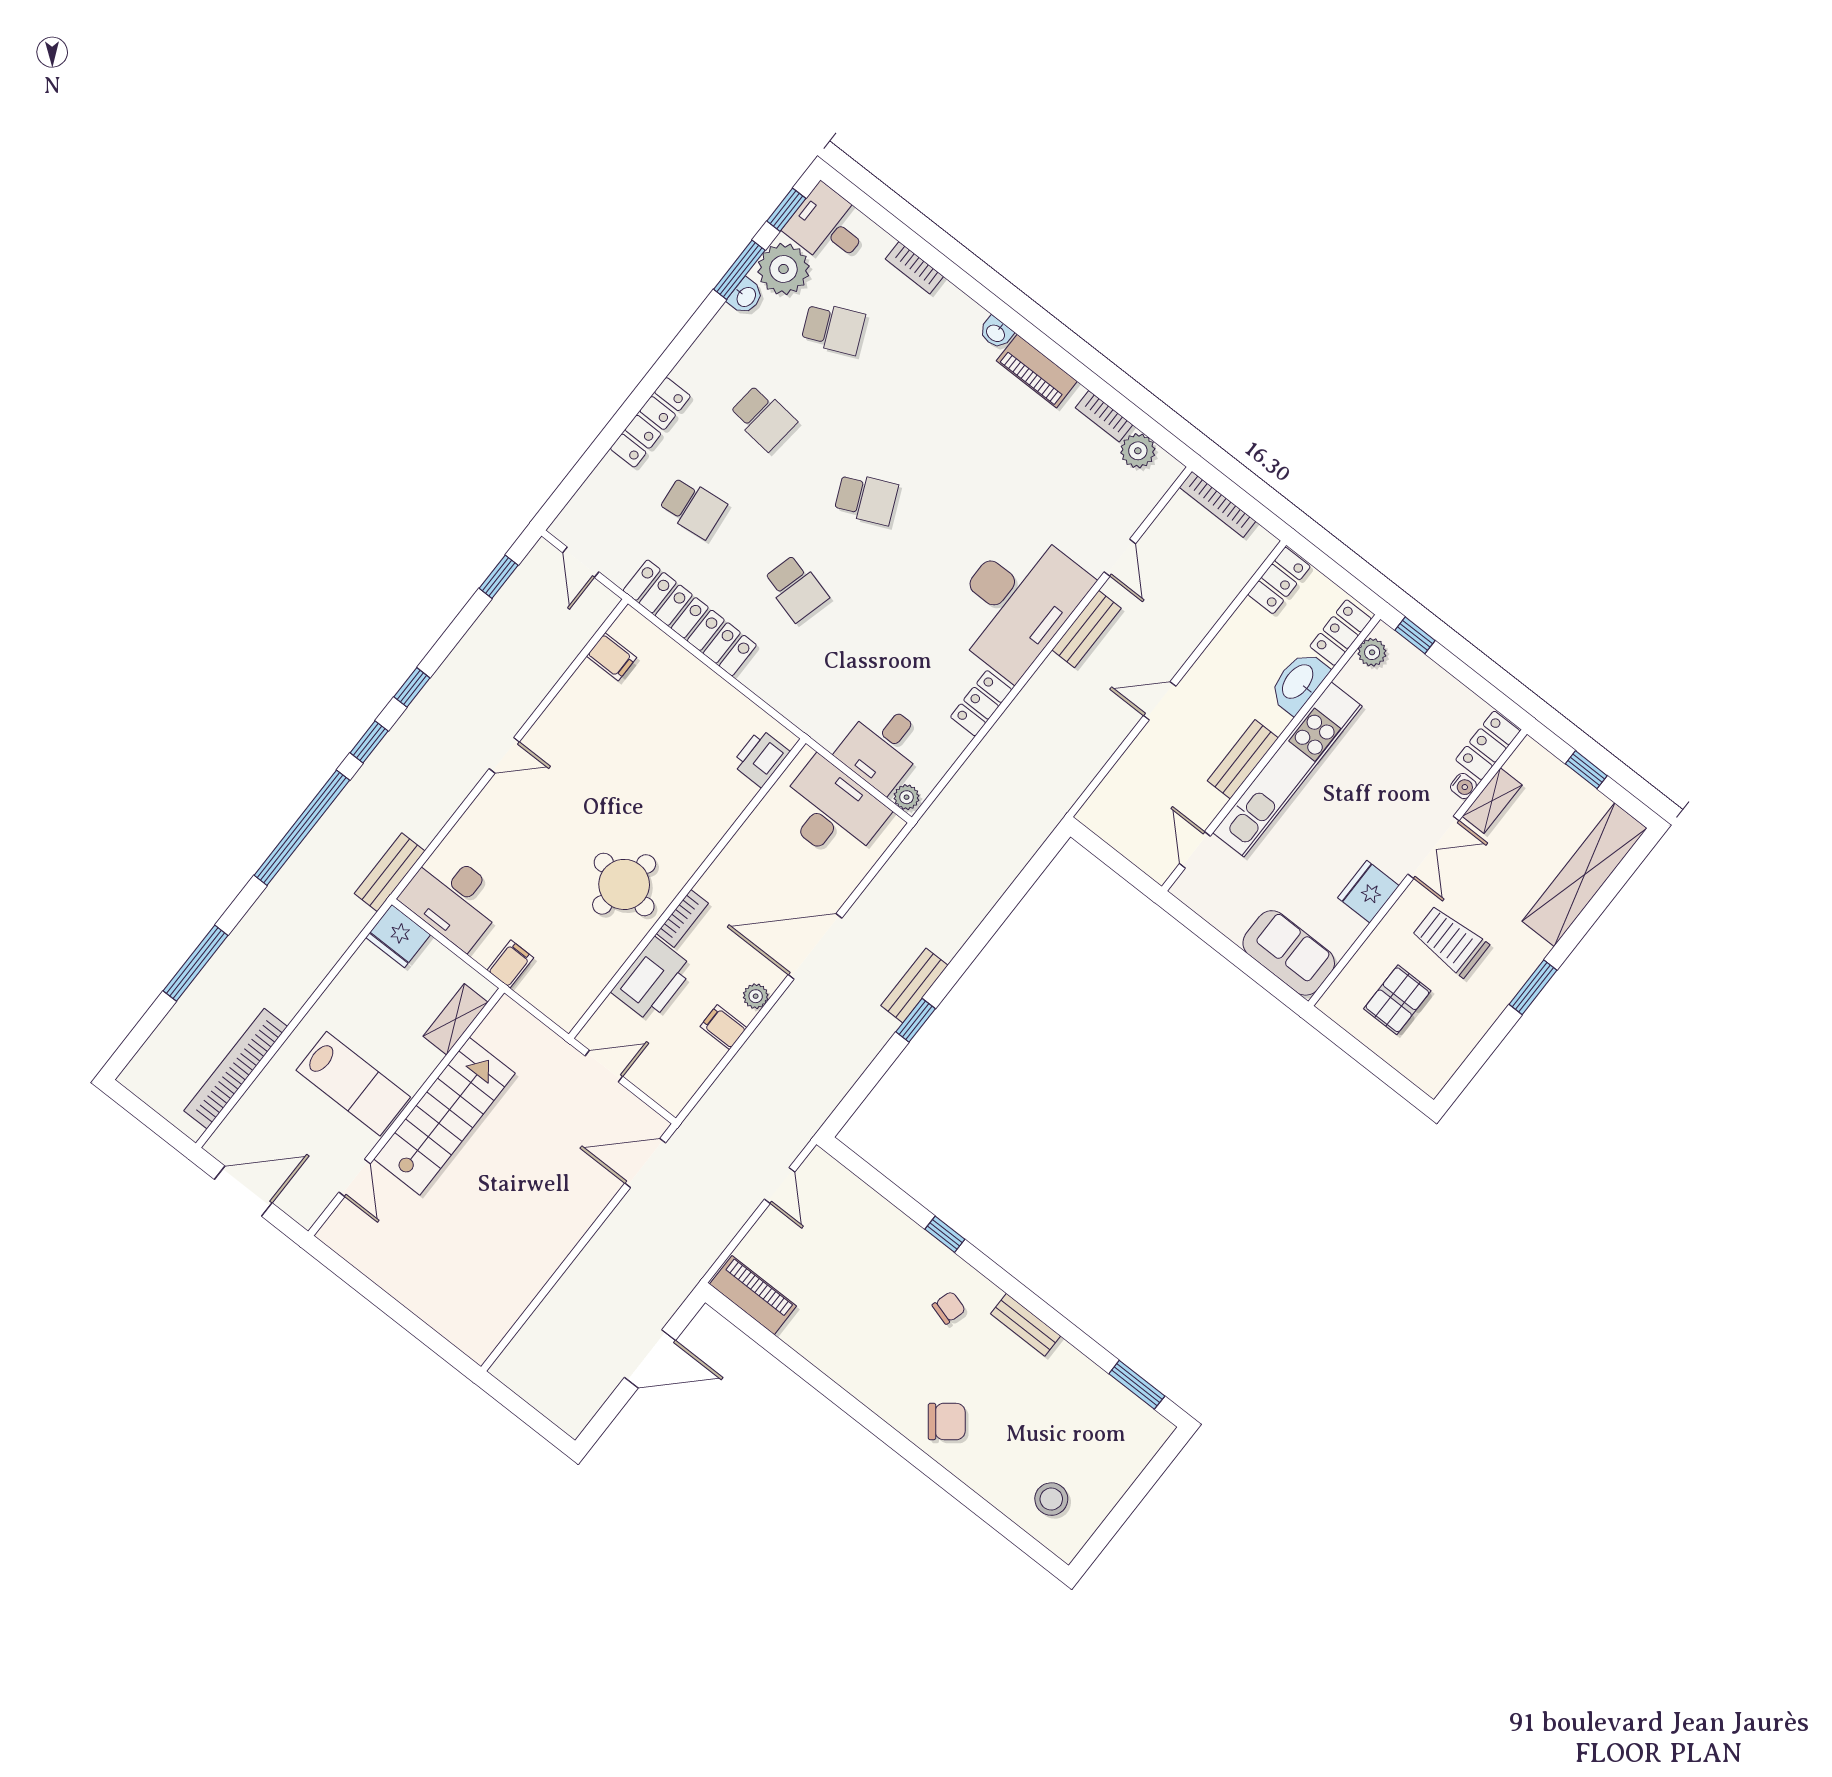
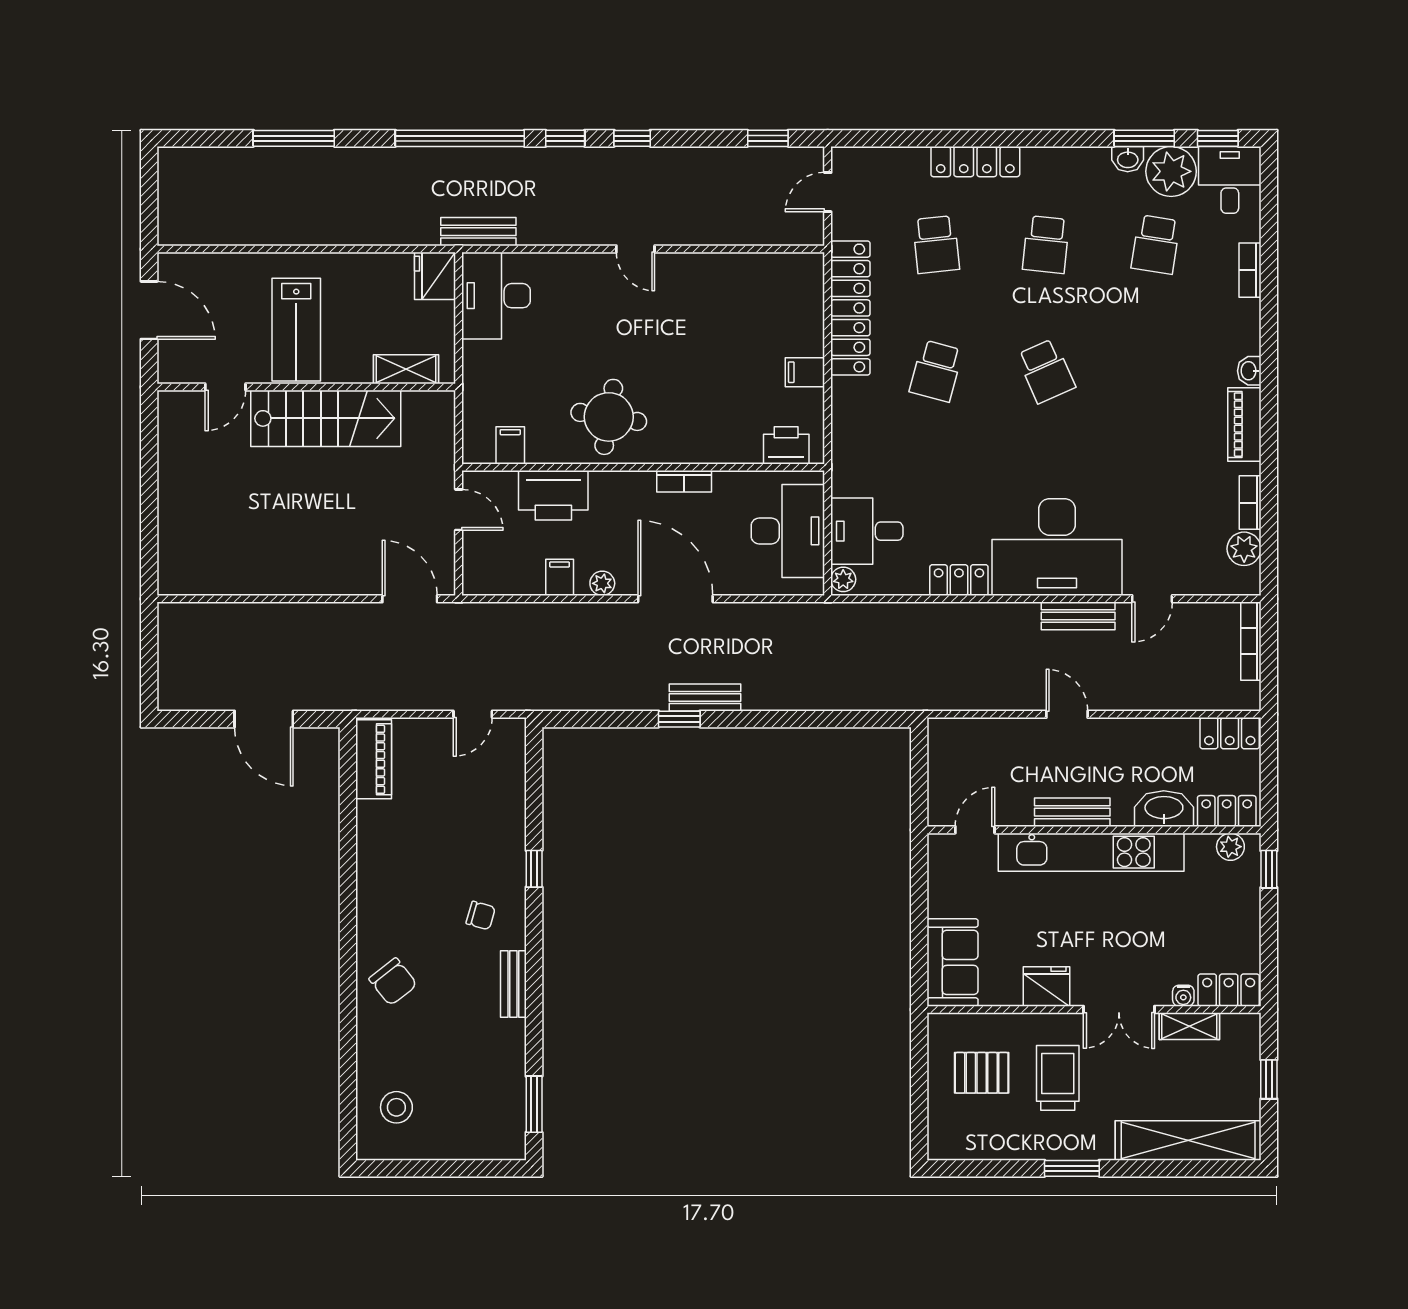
school desk: (833, 328) -> (1156, 245), turned 33
filing cabinet: (612, 657) -> (805, 372), moved, turned 90
bookcase: (682, 918) -> (684, 481), moved
filing cabinet: (510, 964) -> (510, 445), moved, turned -90
bookcase: (236, 1069) -> (238, 232), removed

